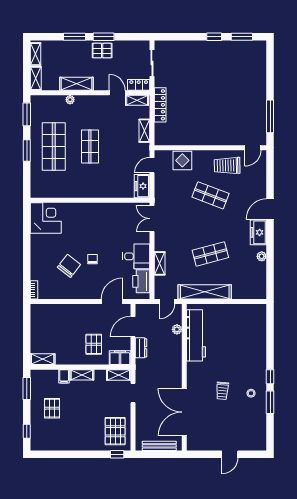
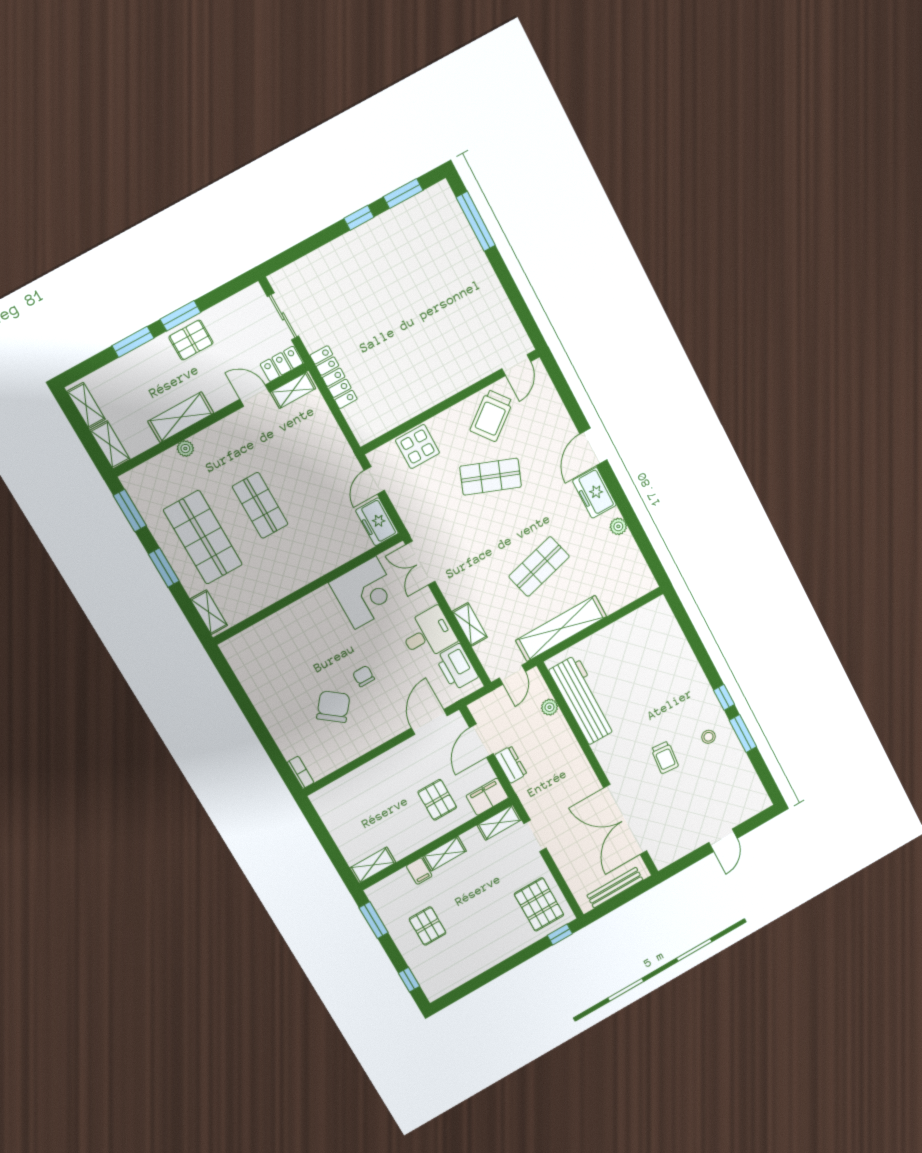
window: (270, 116) -> (476, 221), moved
shelving: (144, 131) -> (209, 612), moved
trolley: (227, 166) -> (491, 416), turned -37
corner desk: (46, 218) -> (365, 593), moved, turned 90

